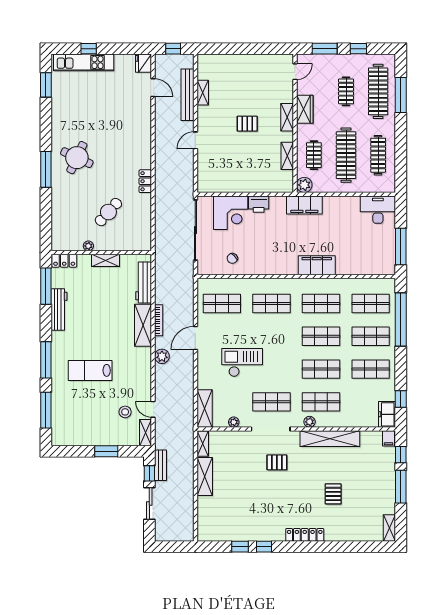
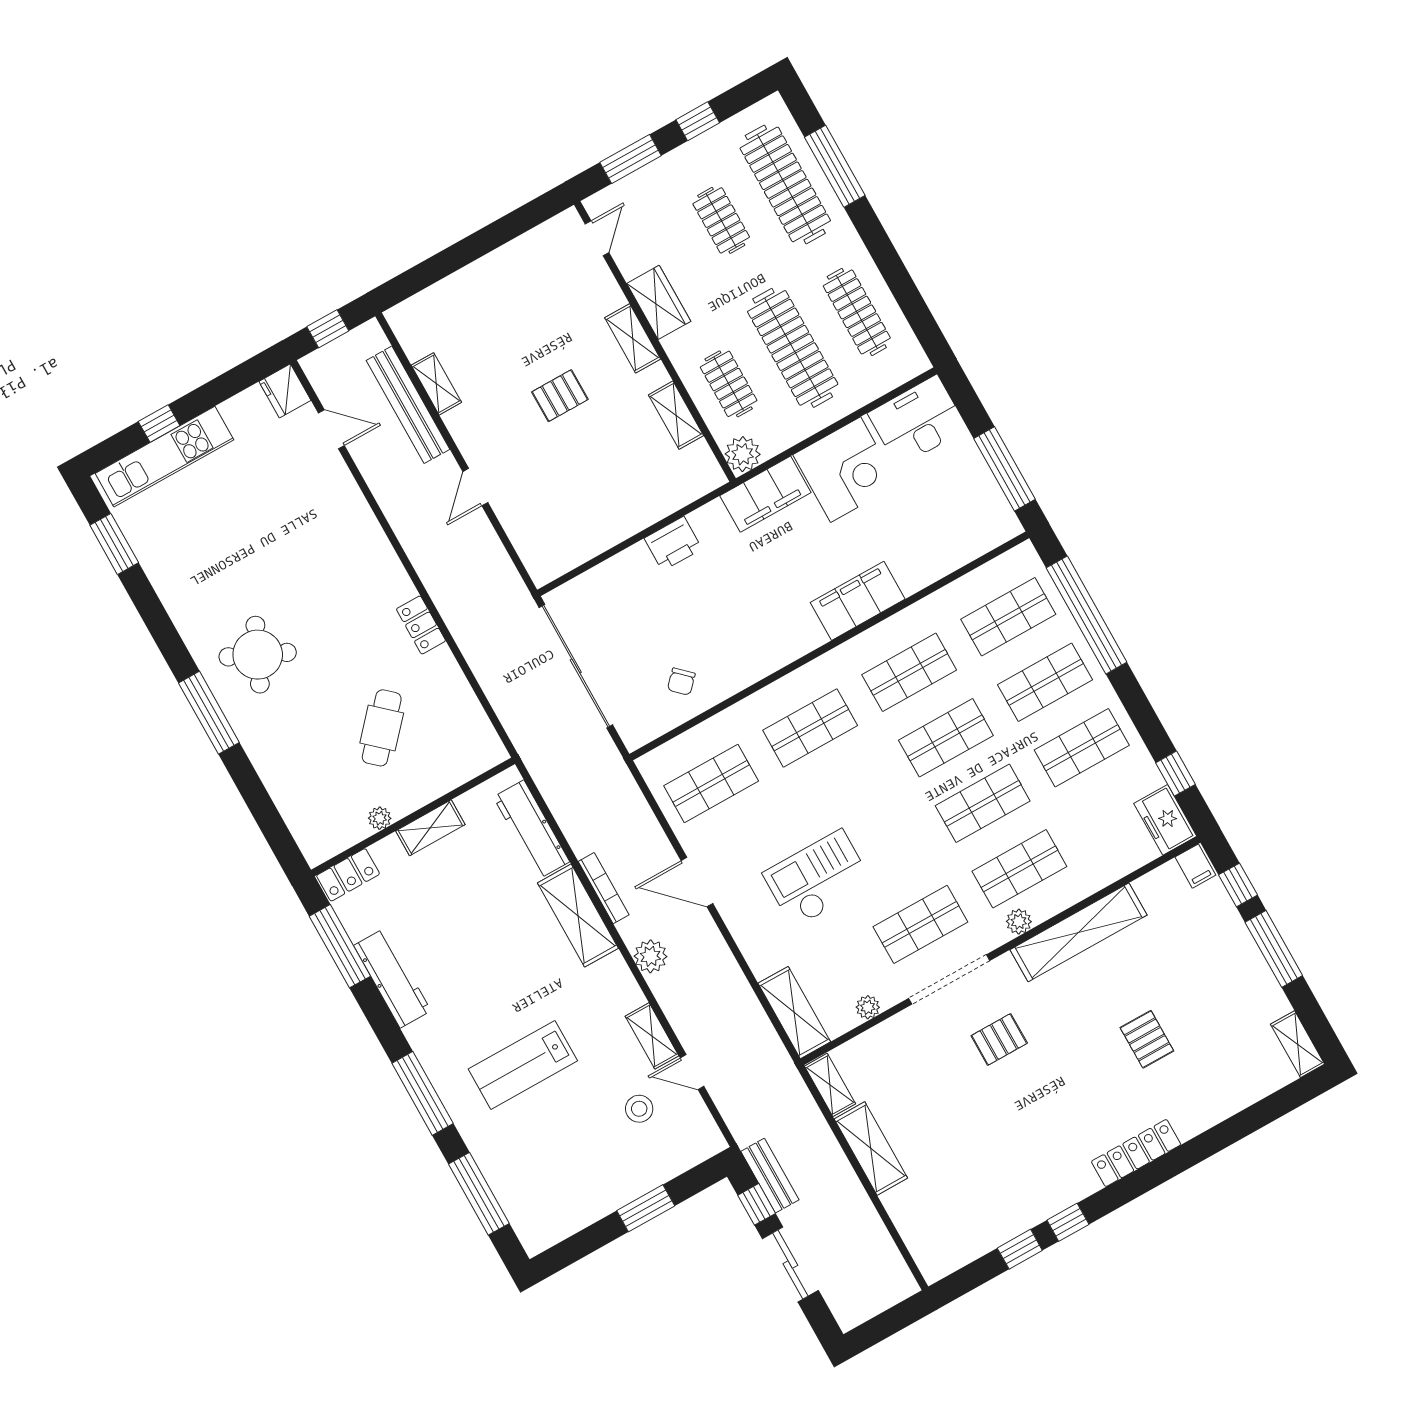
corner desk: (231, 213) -> (846, 470), moved
door: (195, 338) -> (697, 882), hinge flipped
shelving: (145, 433) -> (652, 1036), moved

